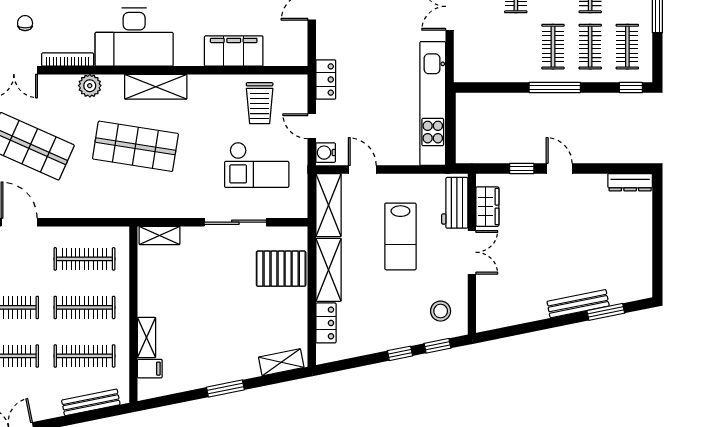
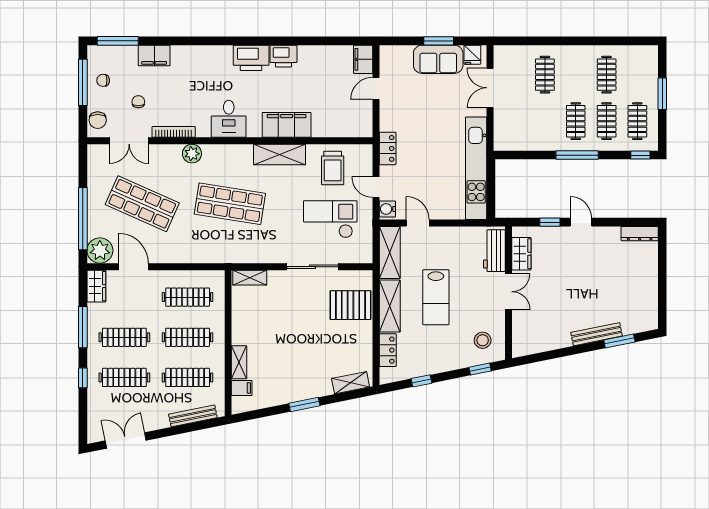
desk: (134, 37) -> (229, 119), width x0.53, depth x0.77
filing cabinet: (234, 51) -> (287, 125), moved
shelving: (156, 87) -> (280, 154), moved
checkout: (257, 165) -> (330, 219), turned 180
lab bench: (400, 236) -> (436, 297), moved
window: (400, 353) -> (421, 381), moved

